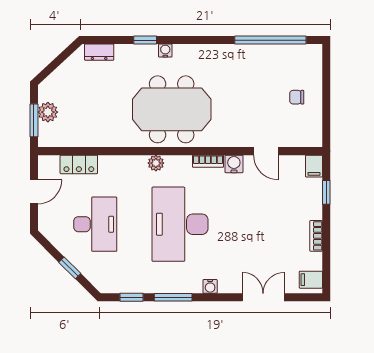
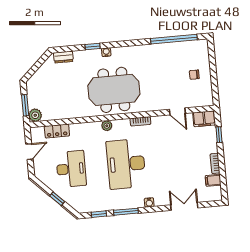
plant: (48, 112) -> (35, 115), moved
water cooler: (234, 164) -> (157, 122), removed
filing cabinet: (314, 166) -> (204, 119), width x2.00
filing cabinet: (311, 280) -> (213, 180), moved

